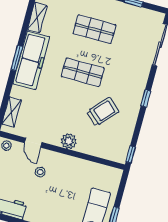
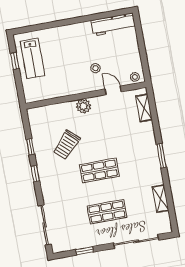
freezer: (31, 60) -> (148, 160), removed
window: (131, 155) -> (30, 147), moved

